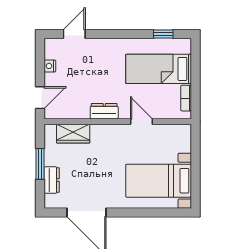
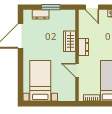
door: (141, 122) -> (77, 70), swing flipped
wardrobe: (73, 134) -> (70, 41), moved

